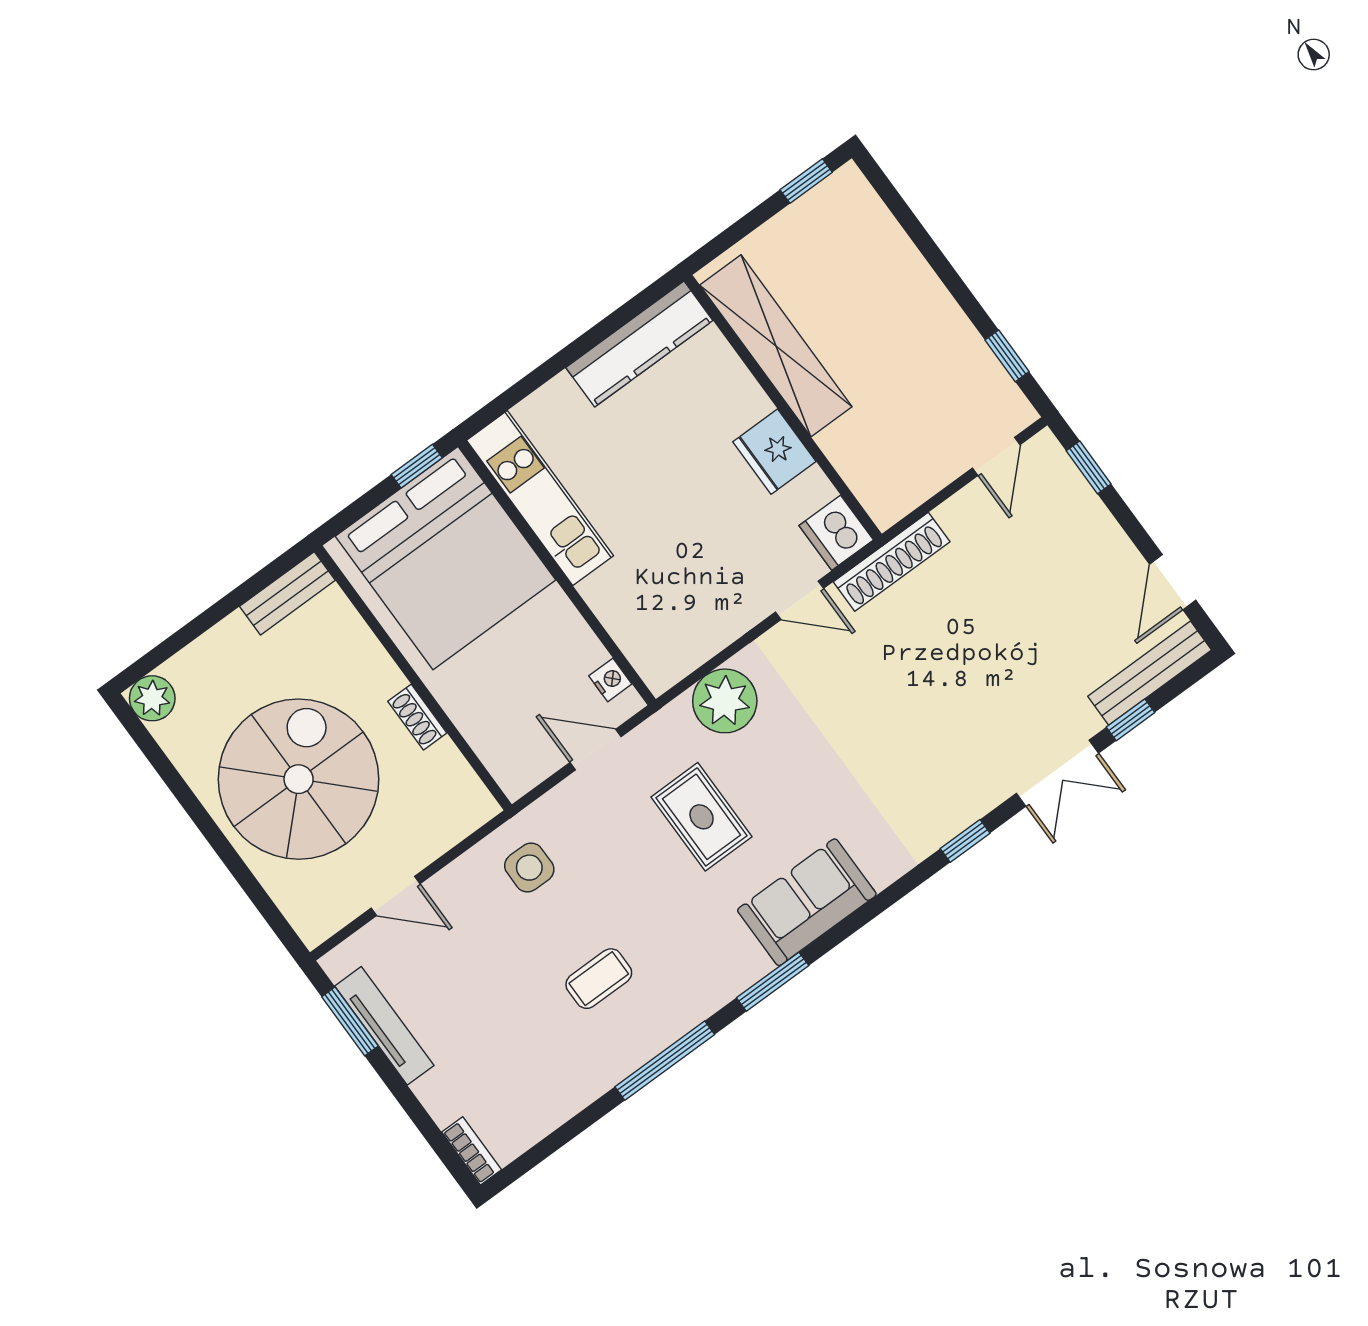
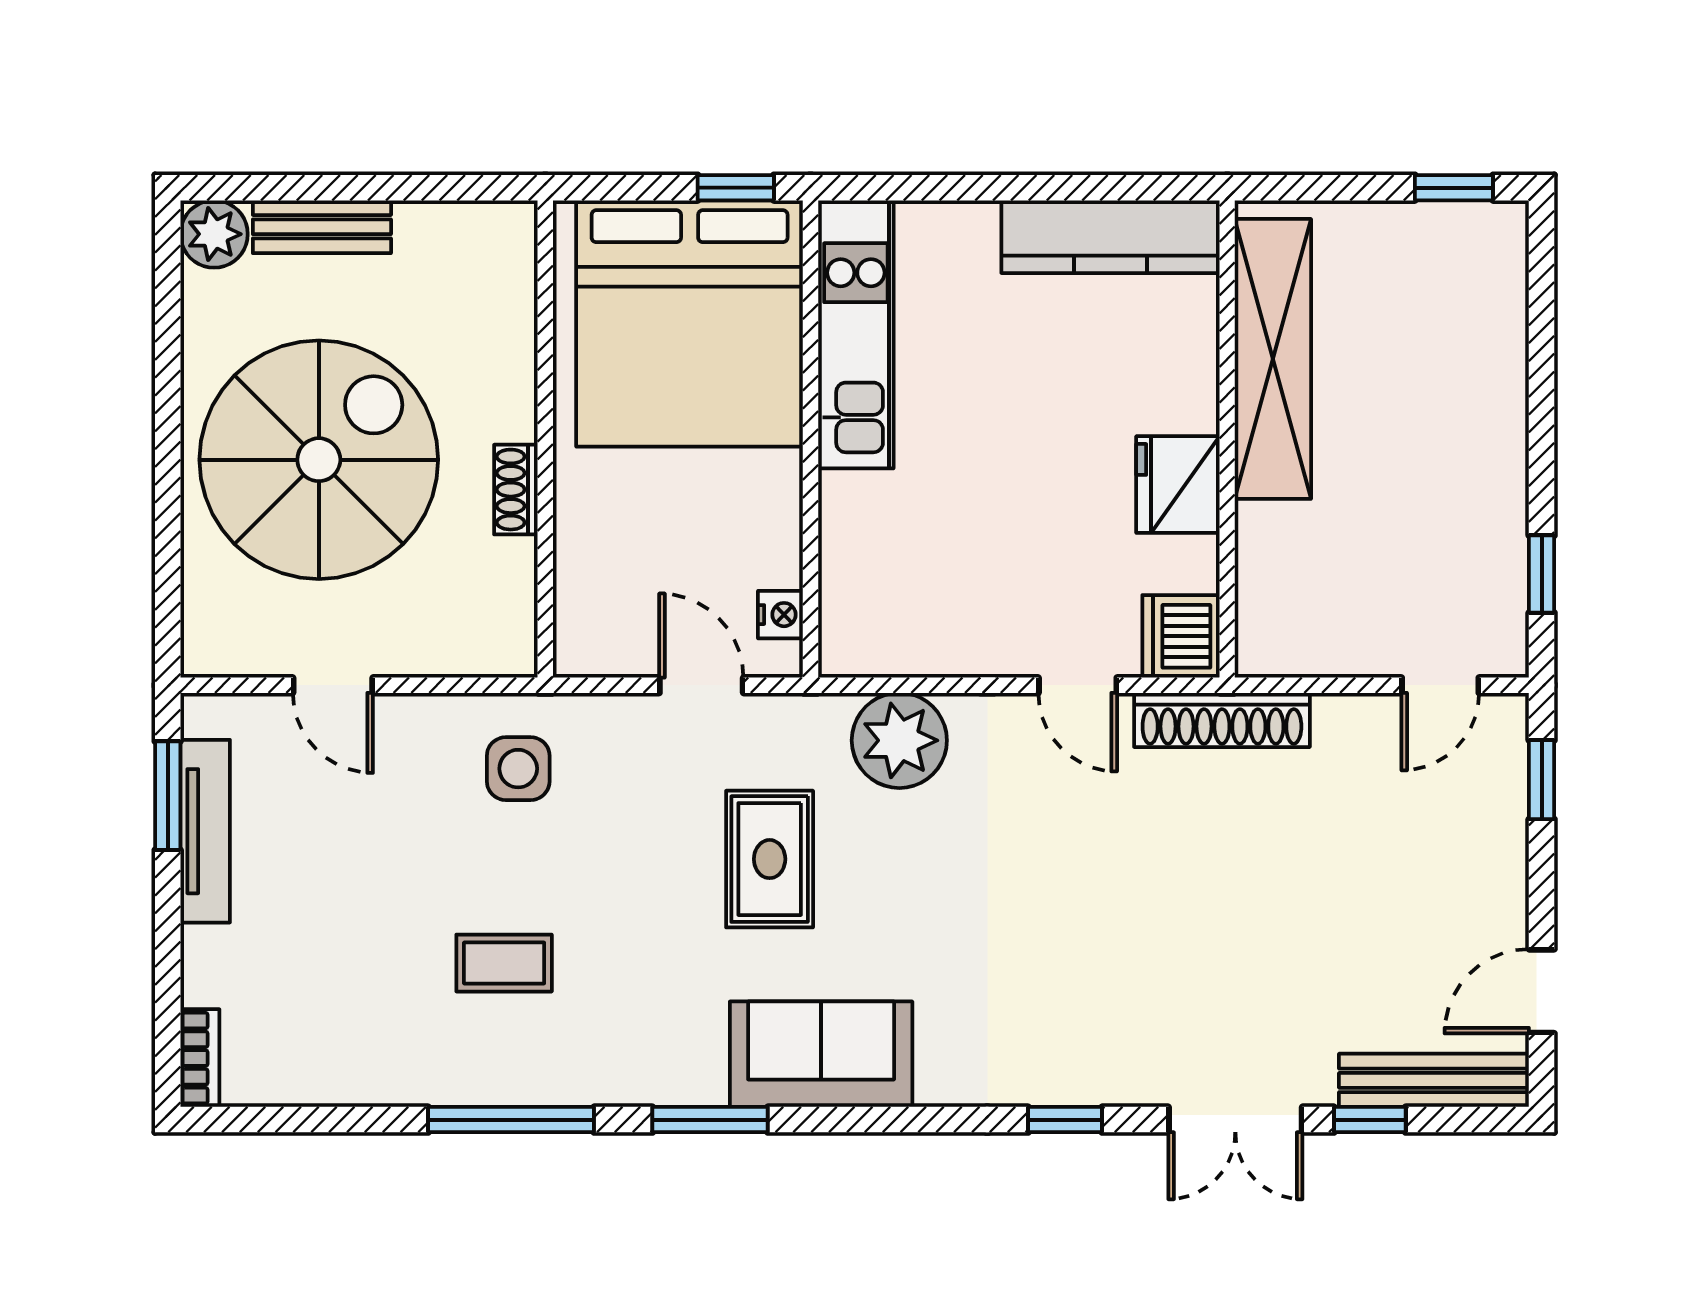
bench: (287, 593) -> (322, 227), moved

